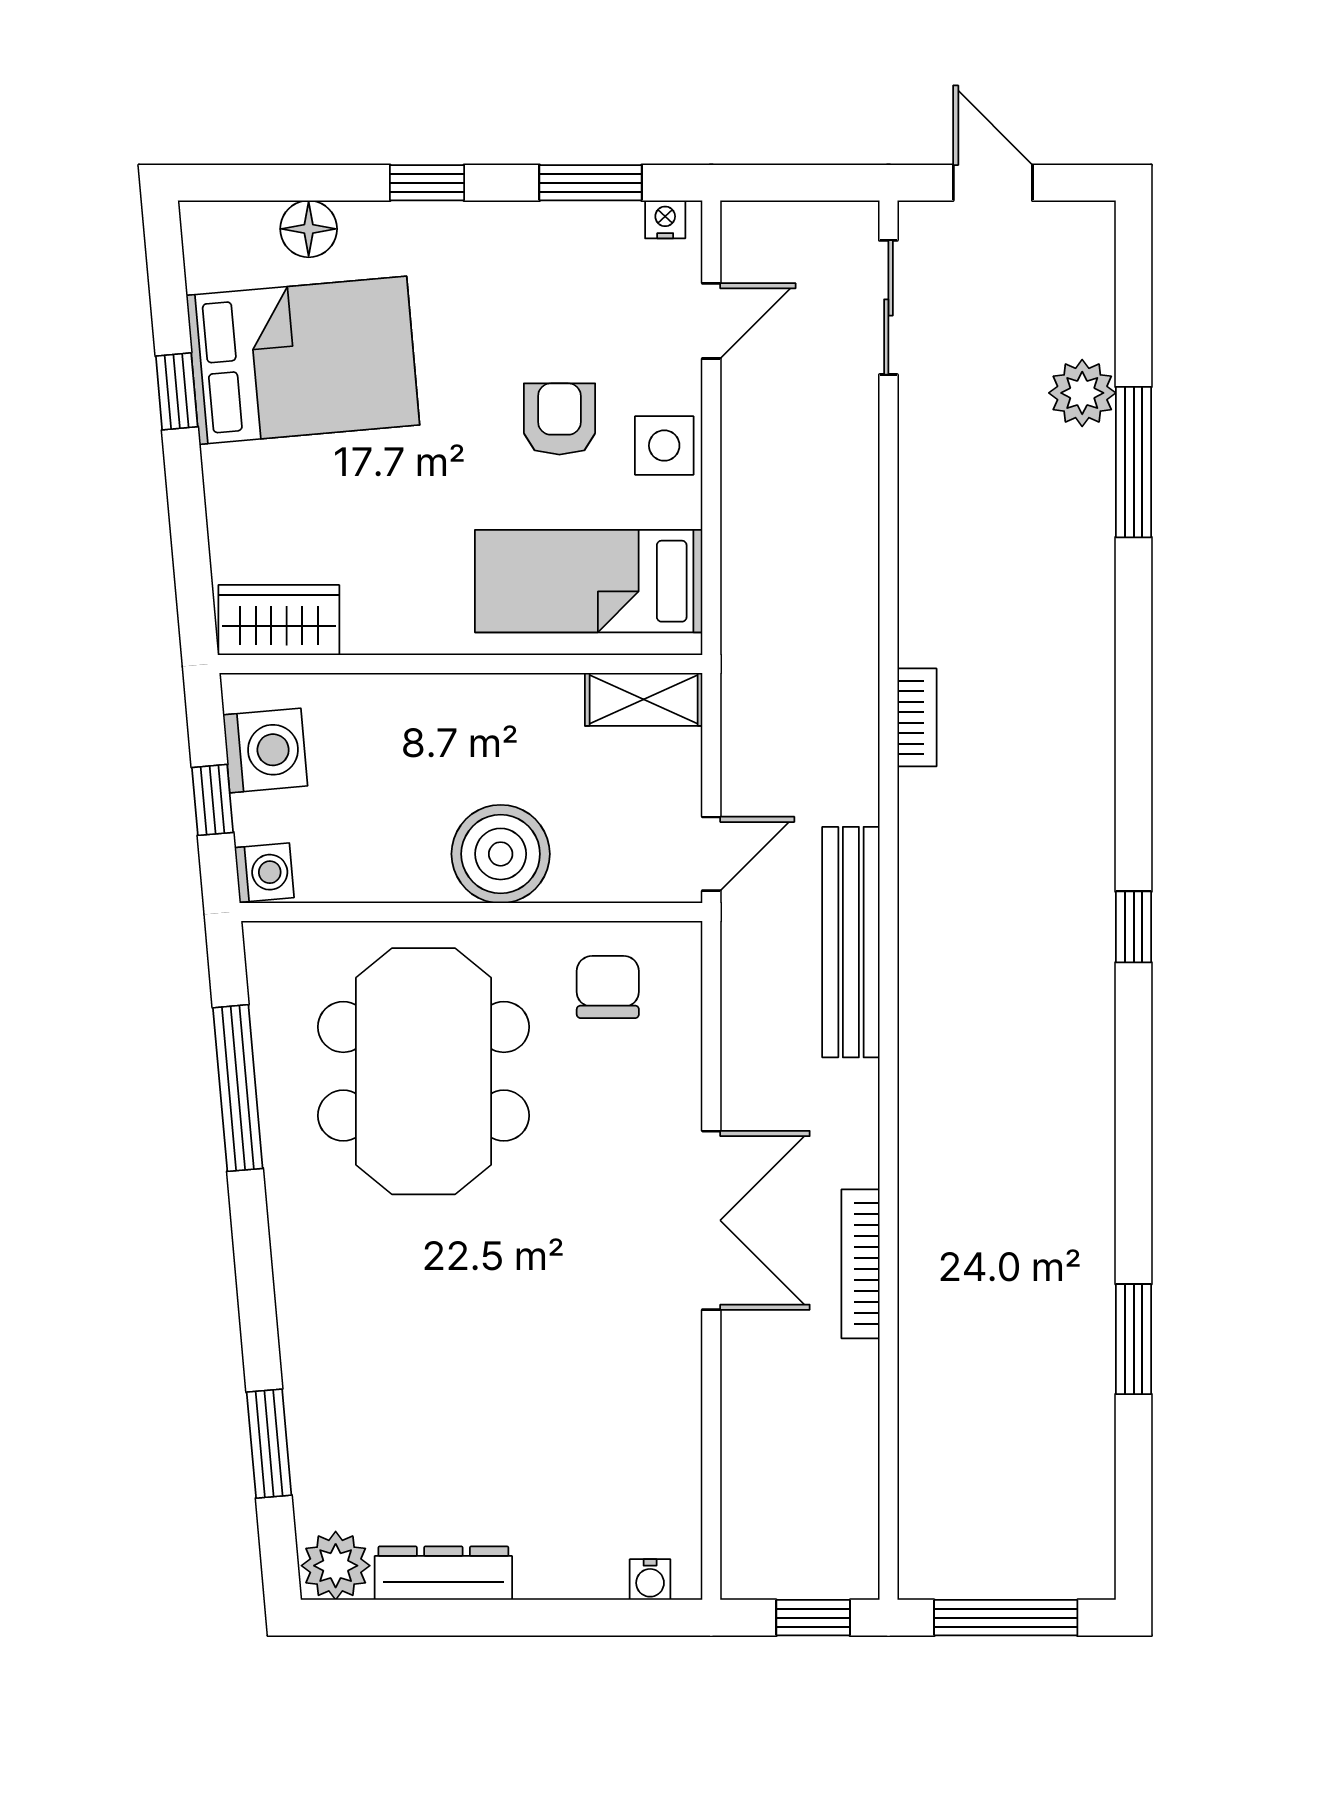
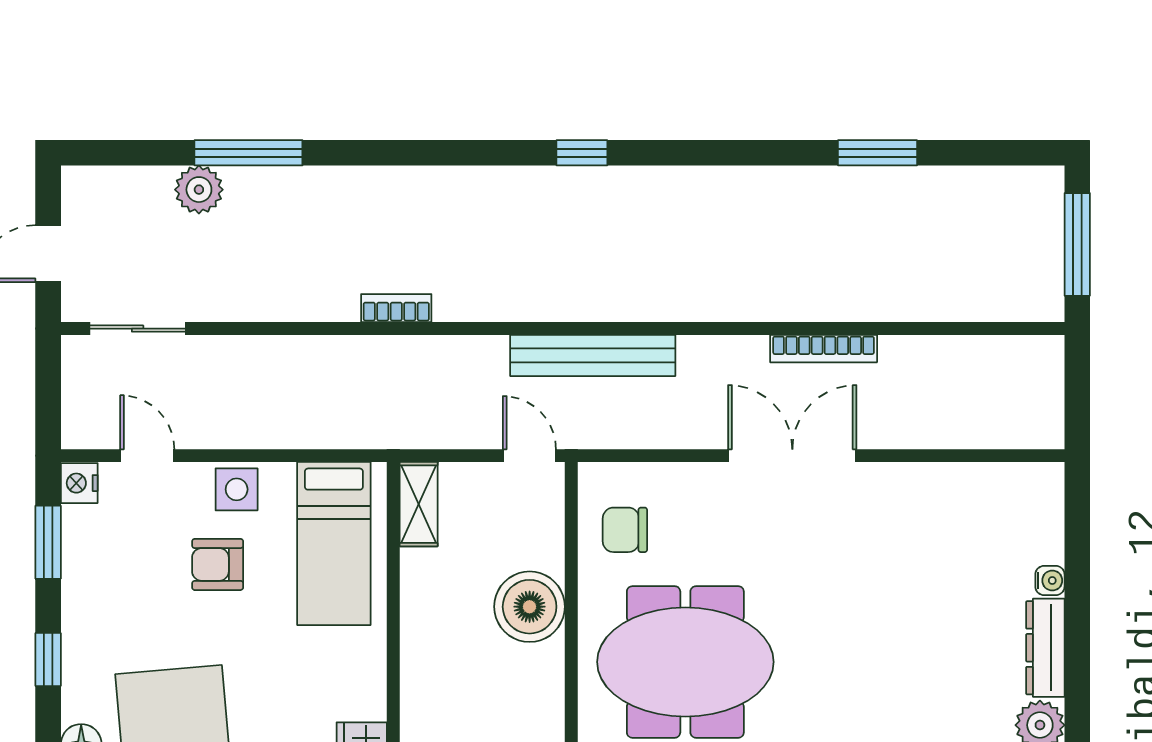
nightstand: (665, 219) -> (79, 483), width x1.39, depth x1.35
bookcase: (917, 717) -> (396, 308), moved
water cooler: (650, 1580) -> (1050, 580), moved
window: (813, 1618) -> (1077, 383), removed

